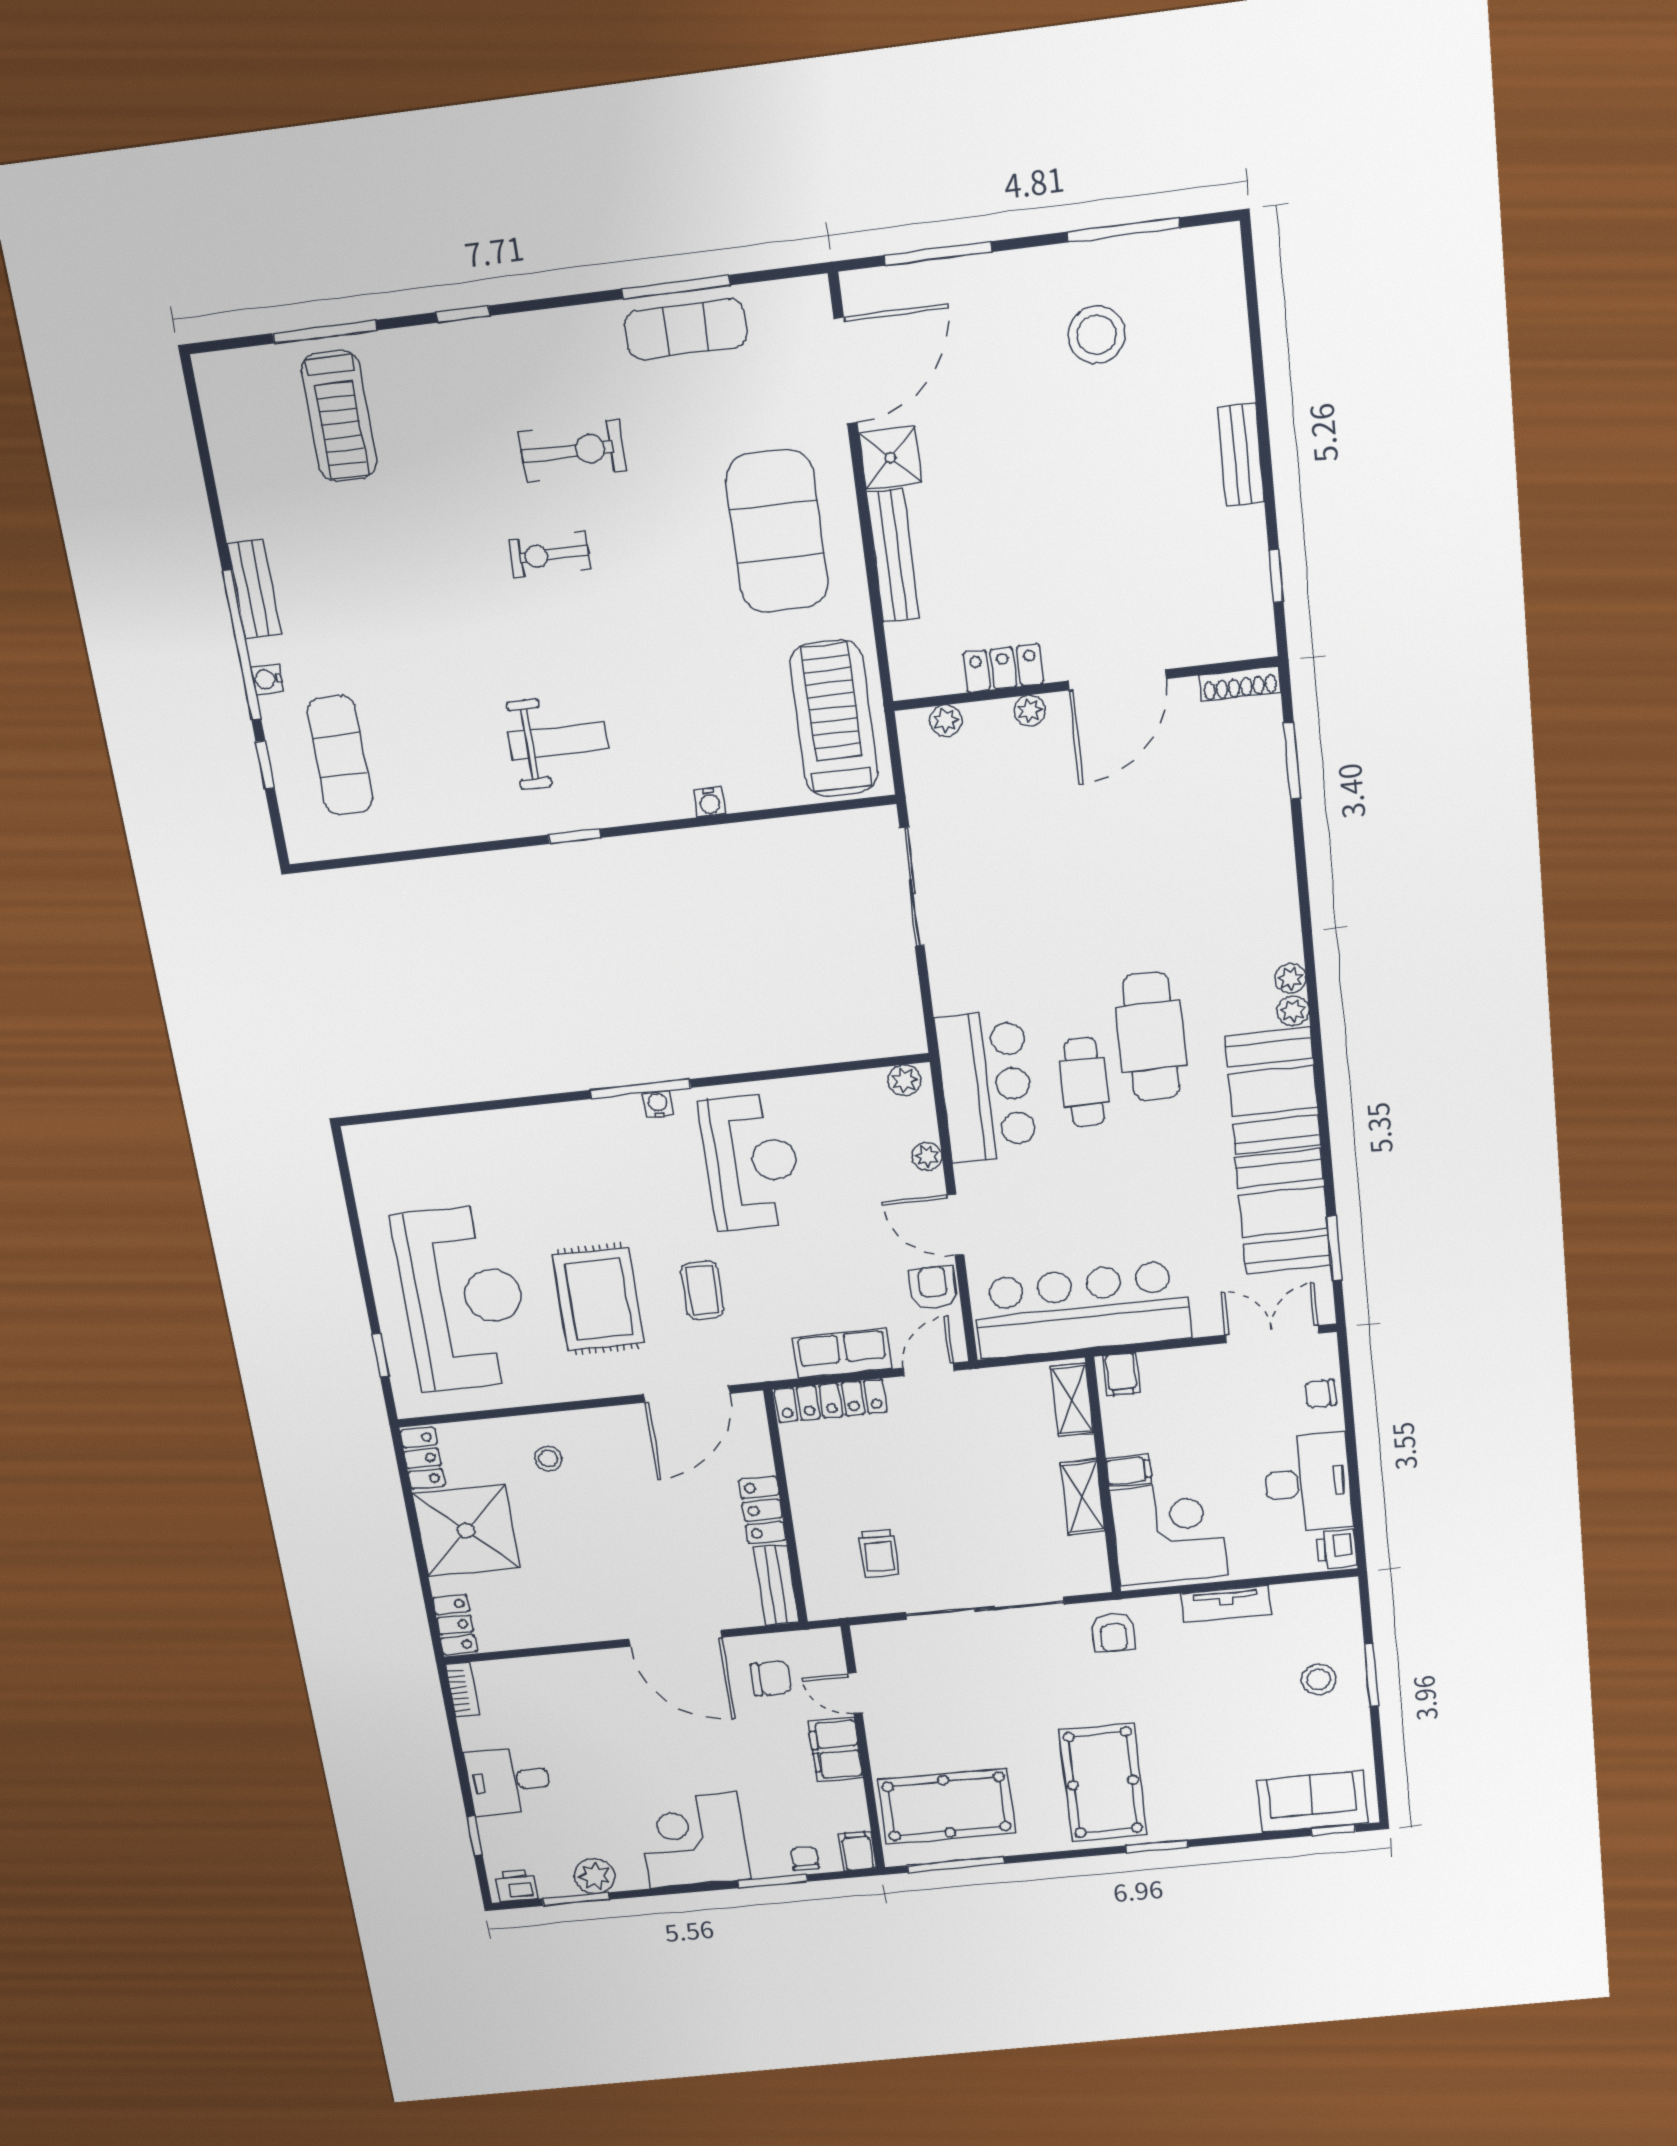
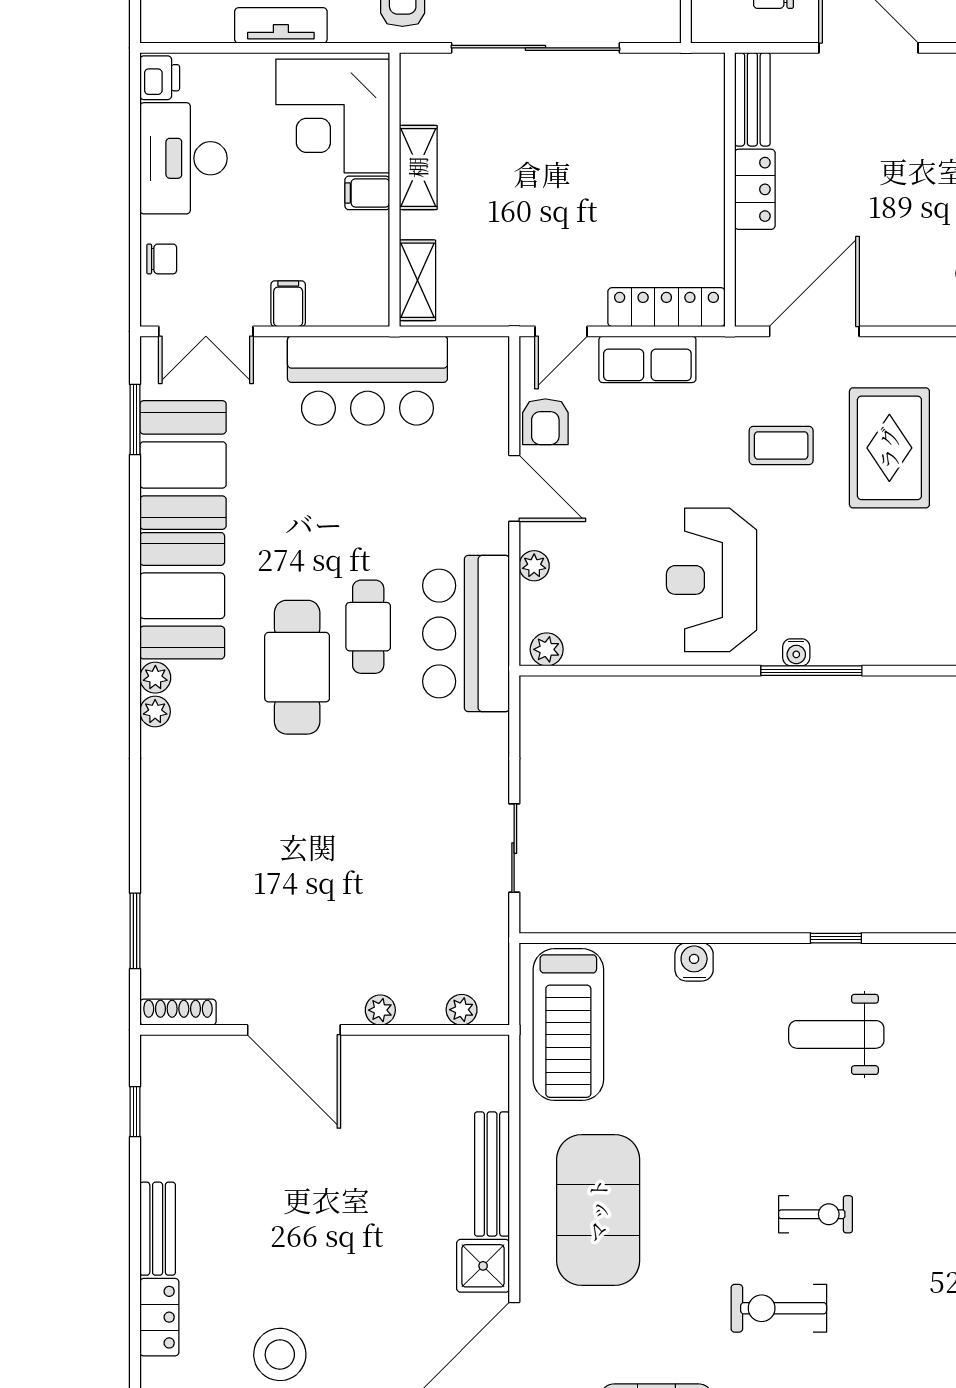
locker: (1003, 668) -> (159, 1317), moved, turned -90
door: (1117, 680) -> (294, 1030), swing flipped
water cooler: (710, 802) -> (694, 962), width x1.38, depth x1.38
sliding door: (912, 887) -> (514, 848), width x0.73
coffee table: (702, 1290) -> (781, 446), turned 90
bar counter: (1082, 1310) -> (367, 381), width x0.73
filing cabinet: (1121, 1374) -> (288, 304), moved
trolley: (879, 1553) -> (639, 125), removed

